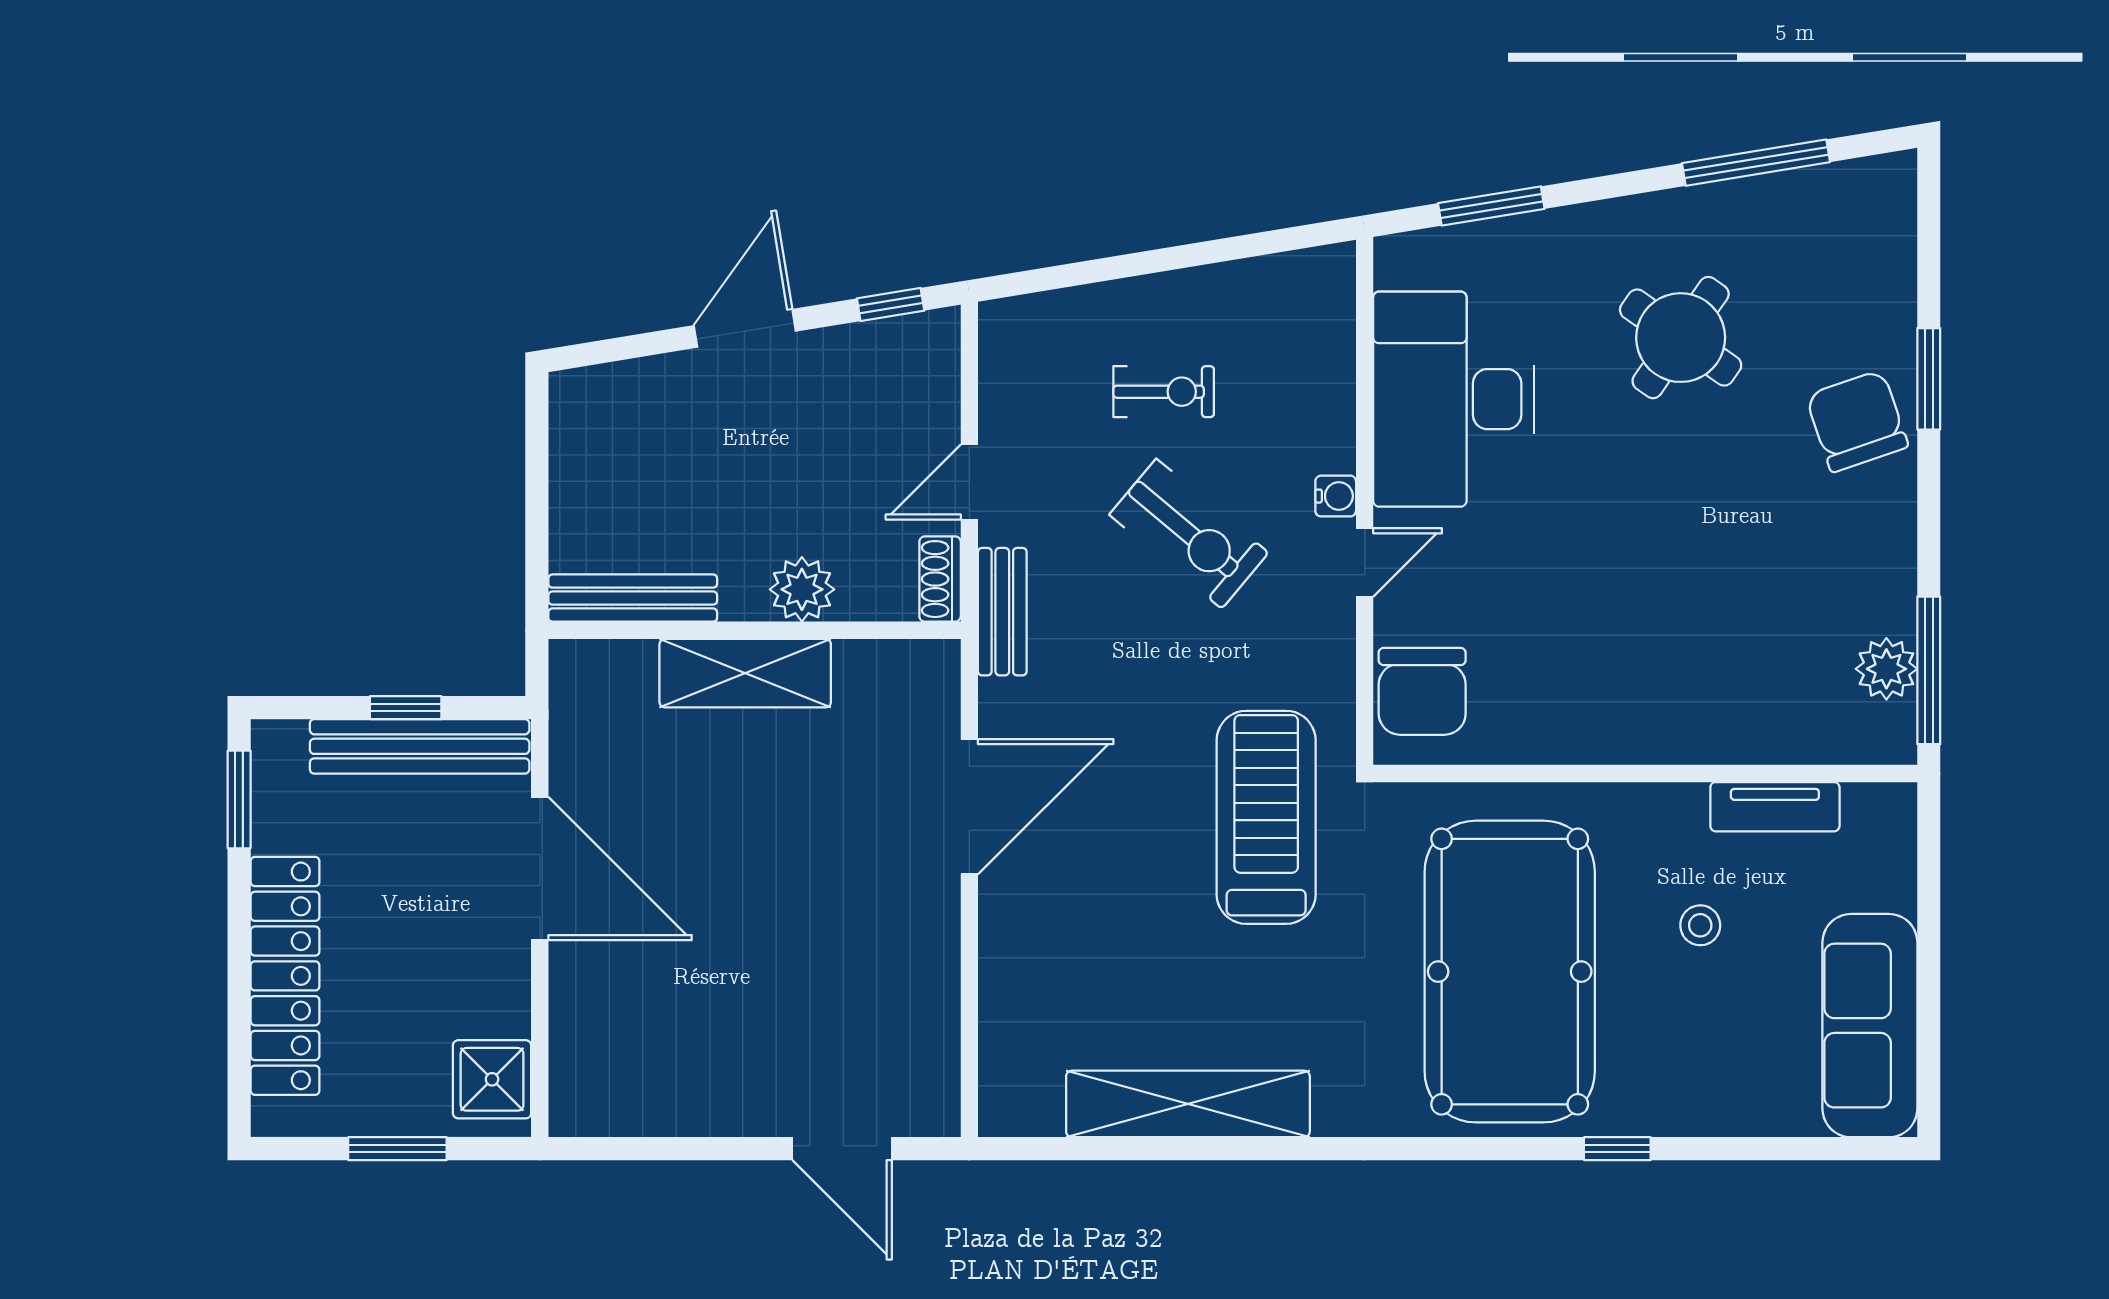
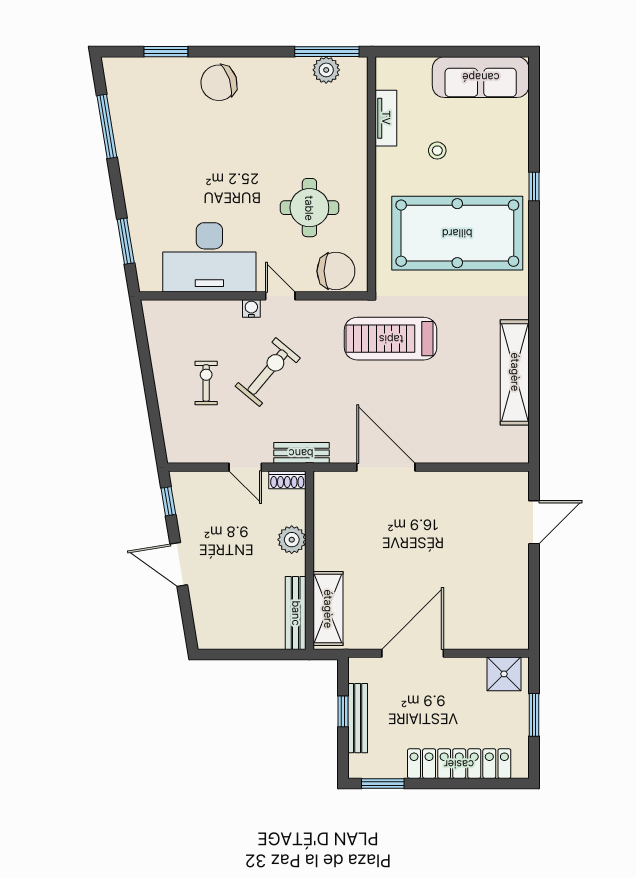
round table: (1681, 338) -> (309, 208), moved, turned -35
window: (1929, 379) -> (166, 52), moved
shelving: (745, 673) -> (328, 609), moved
bench: (420, 746) -> (358, 718), width x0.73, depth x0.82

